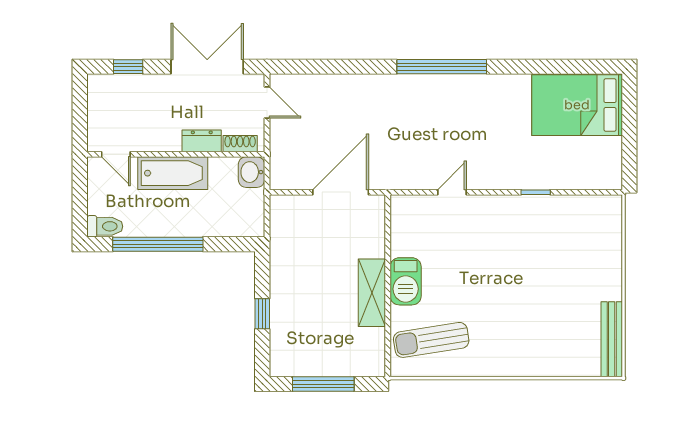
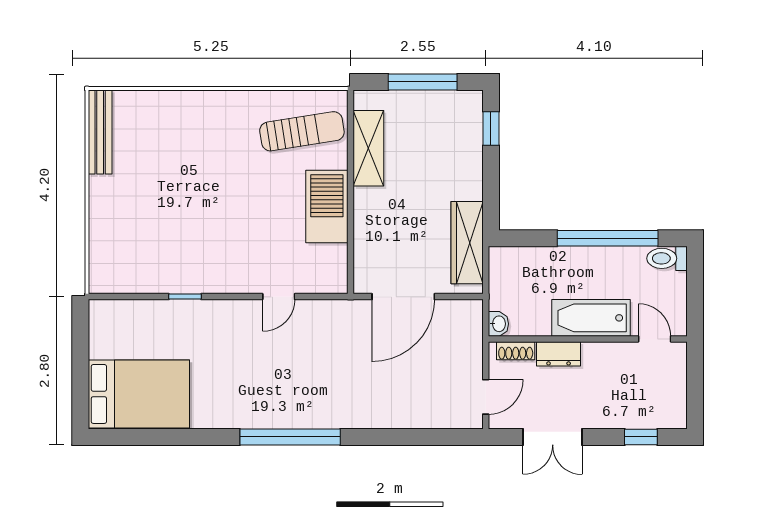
double door: (207, 67) -> (553, 437), width x0.73
door: (267, 102) -> (486, 397), swing flipped
washbasin: (251, 172) -> (498, 324), width x0.72, depth x0.69
wardrobe: (284, 240) -> (467, 243), added
barbecue: (406, 281) -> (327, 207), width x1.37, depth x1.21
shelving: (372, 293) -> (368, 148), moved
window: (262, 314) -> (491, 129), moved

